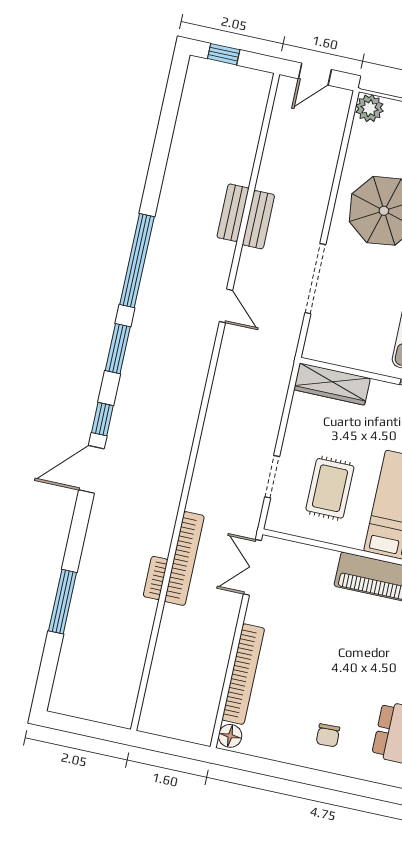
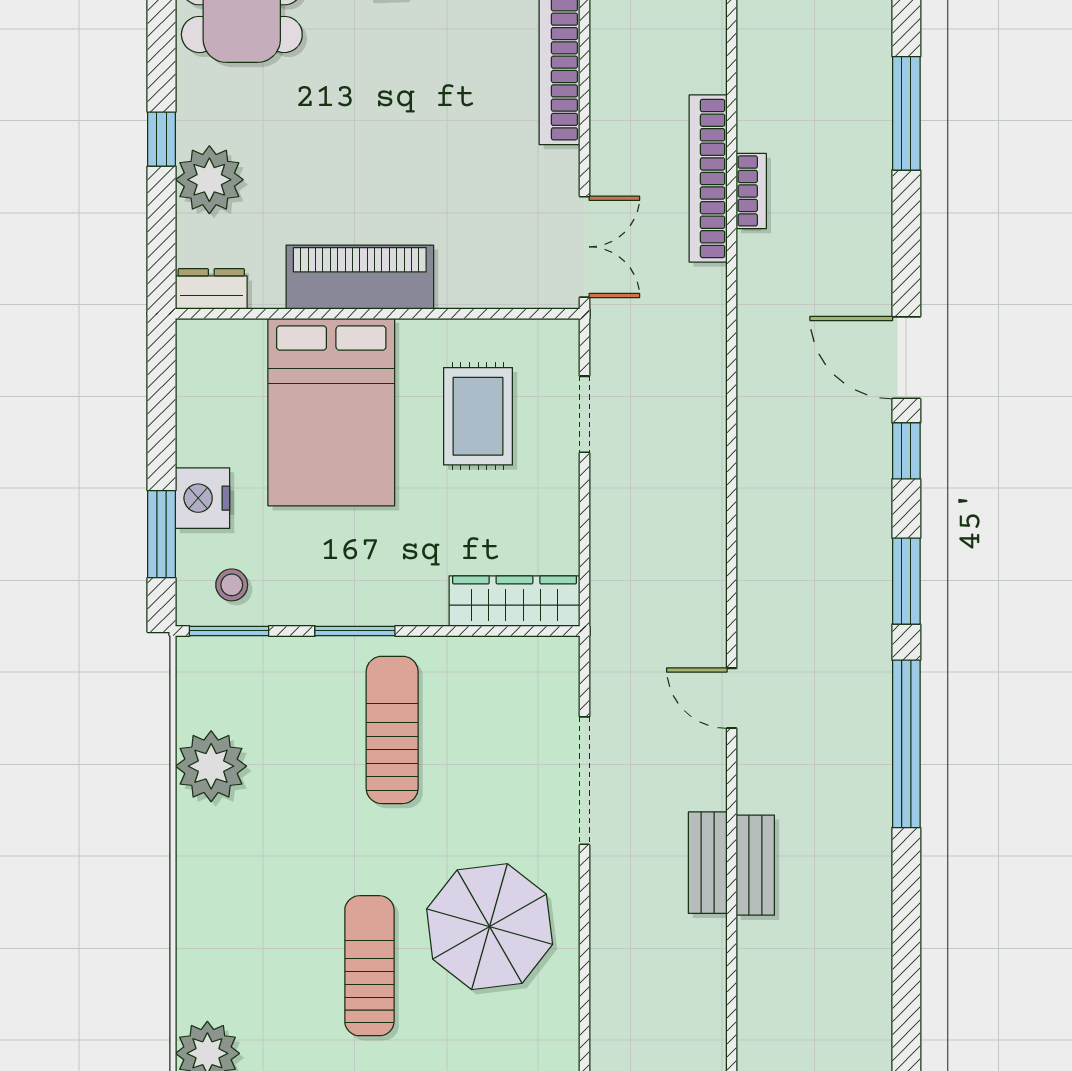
door: (91, 469) -> (906, 358), swing flipped
bookcase: (184, 558) -> (708, 178), moved

